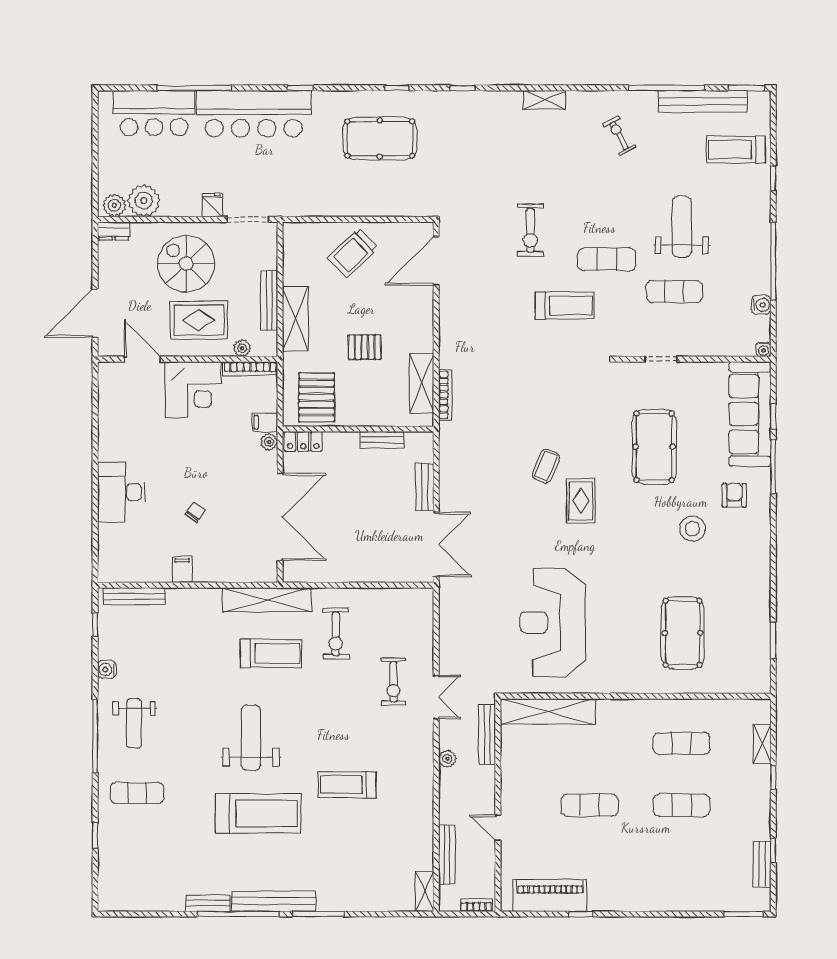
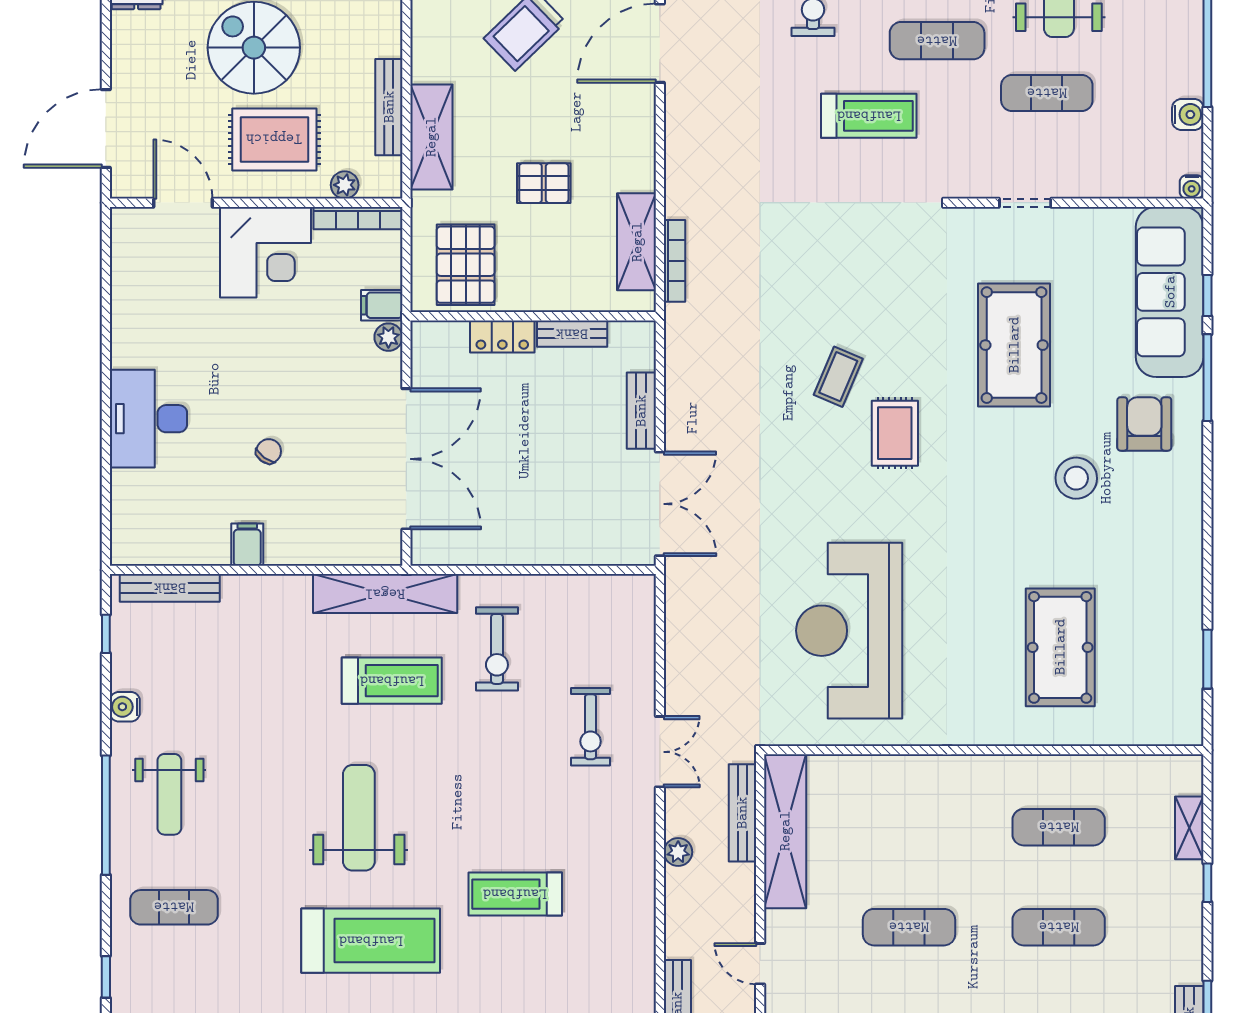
locker: (303, 441) -> (502, 336), moved
armchair: (734, 495) -> (1144, 424), width x1.38, depth x1.38
shelving: (548, 712) -> (785, 831), moved, turned 90

